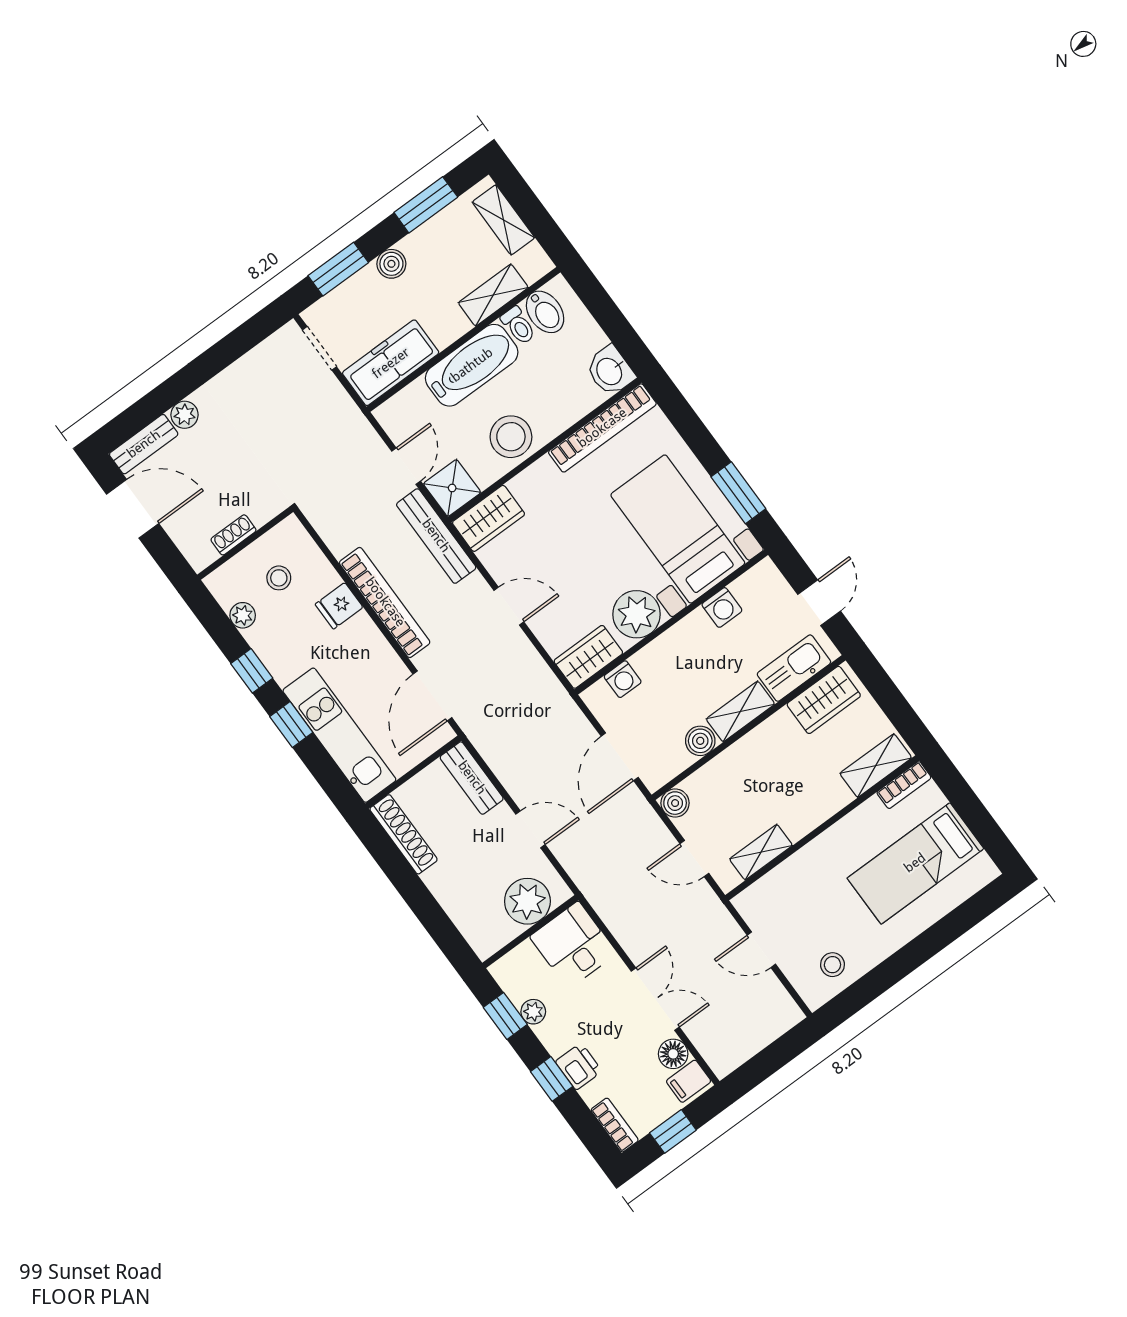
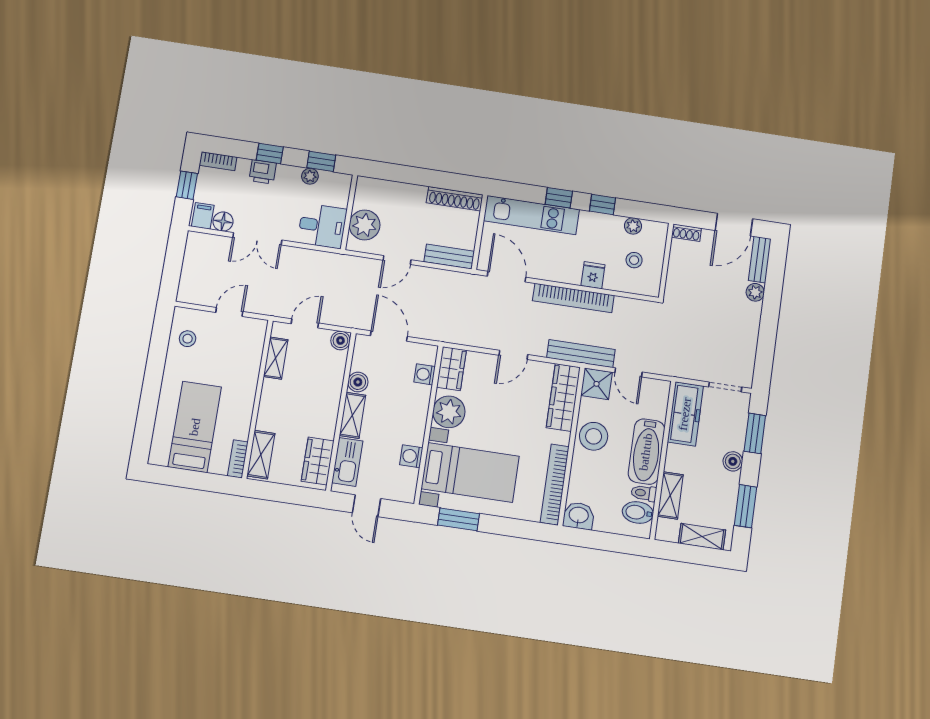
wardrobe: (489, 518) -> (563, 397), width x1.50
shoe rack: (233, 535) -> (686, 233), moved, turned 90

